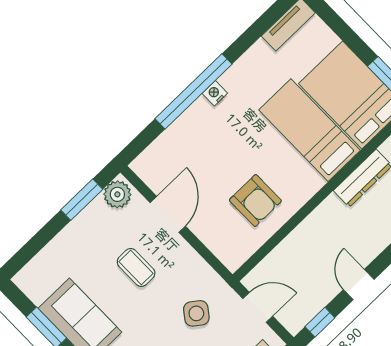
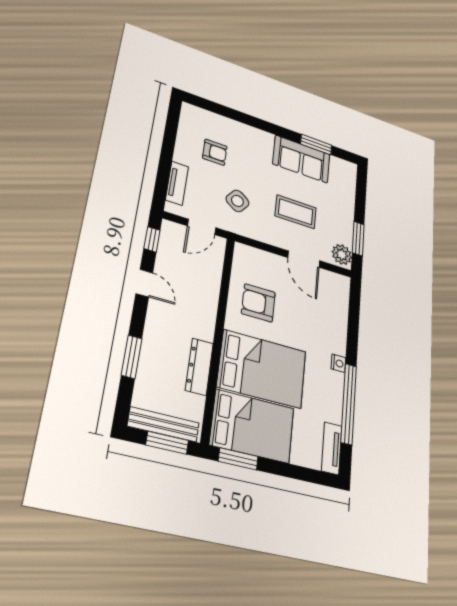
window: (194, 91) -> (349, 404), moved
bed: (310, 130) -> (262, 369), width x1.50
coffee table: (136, 267) -> (296, 212), width x1.36, depth x1.30

